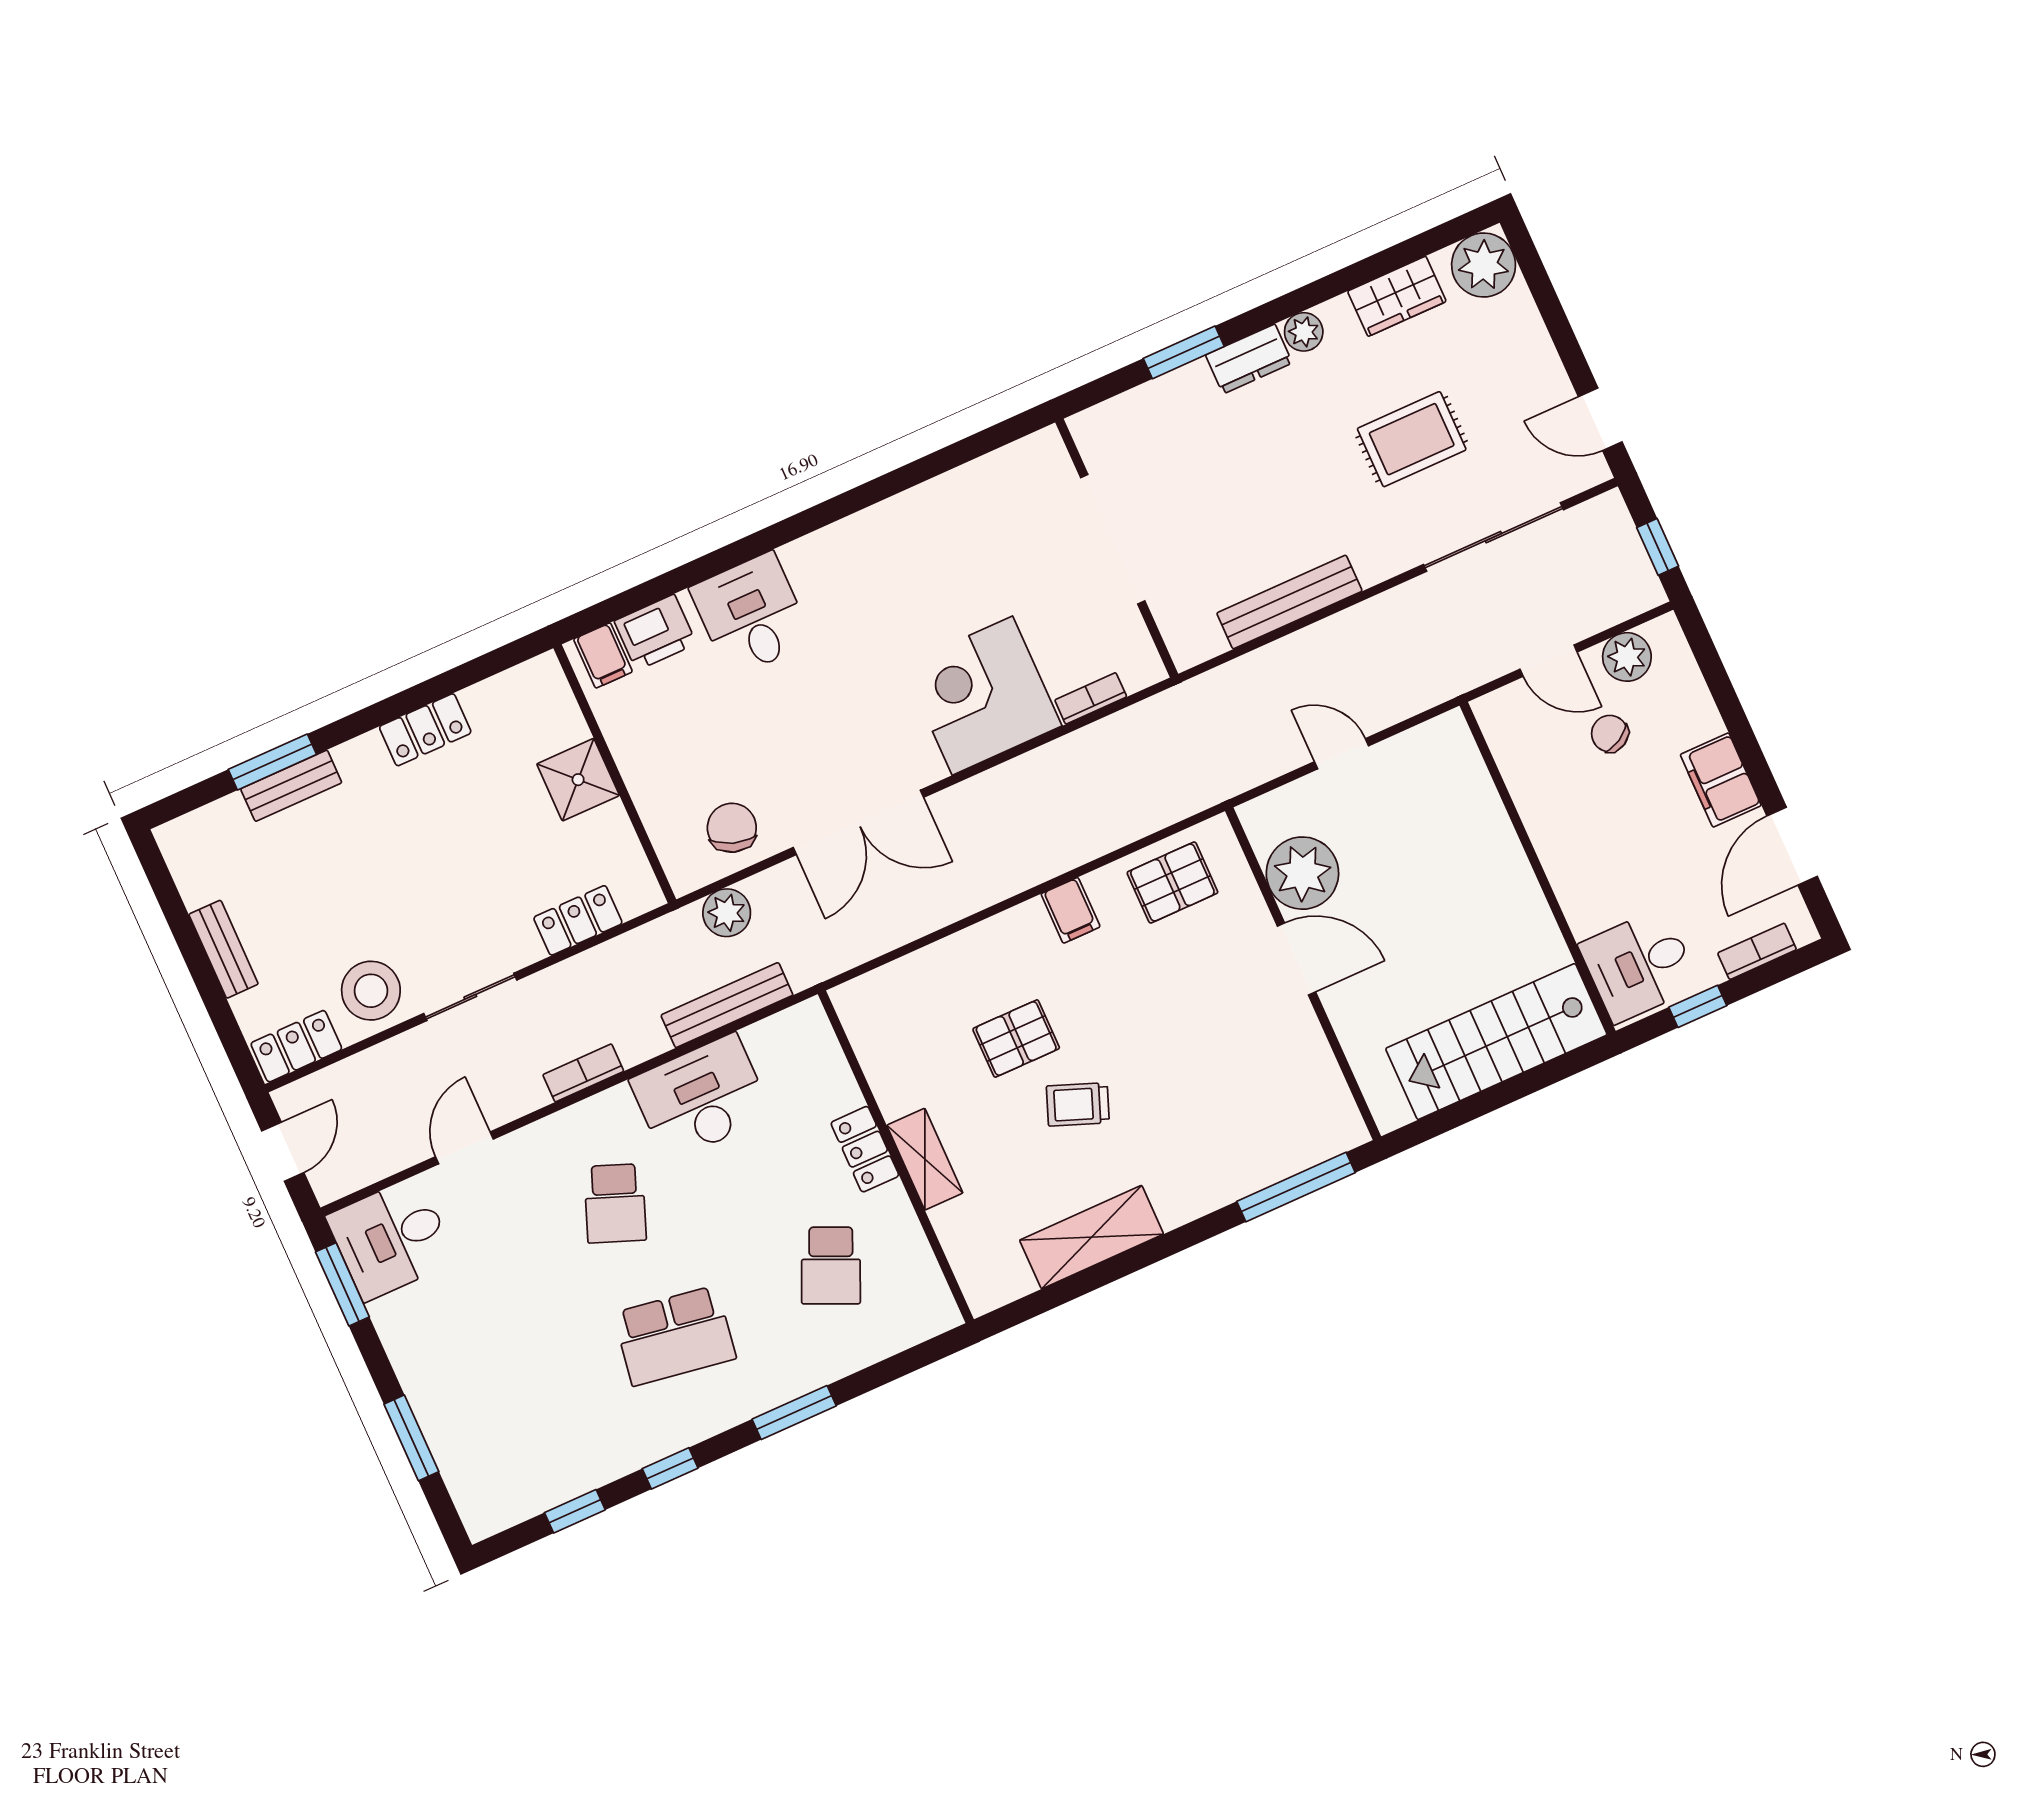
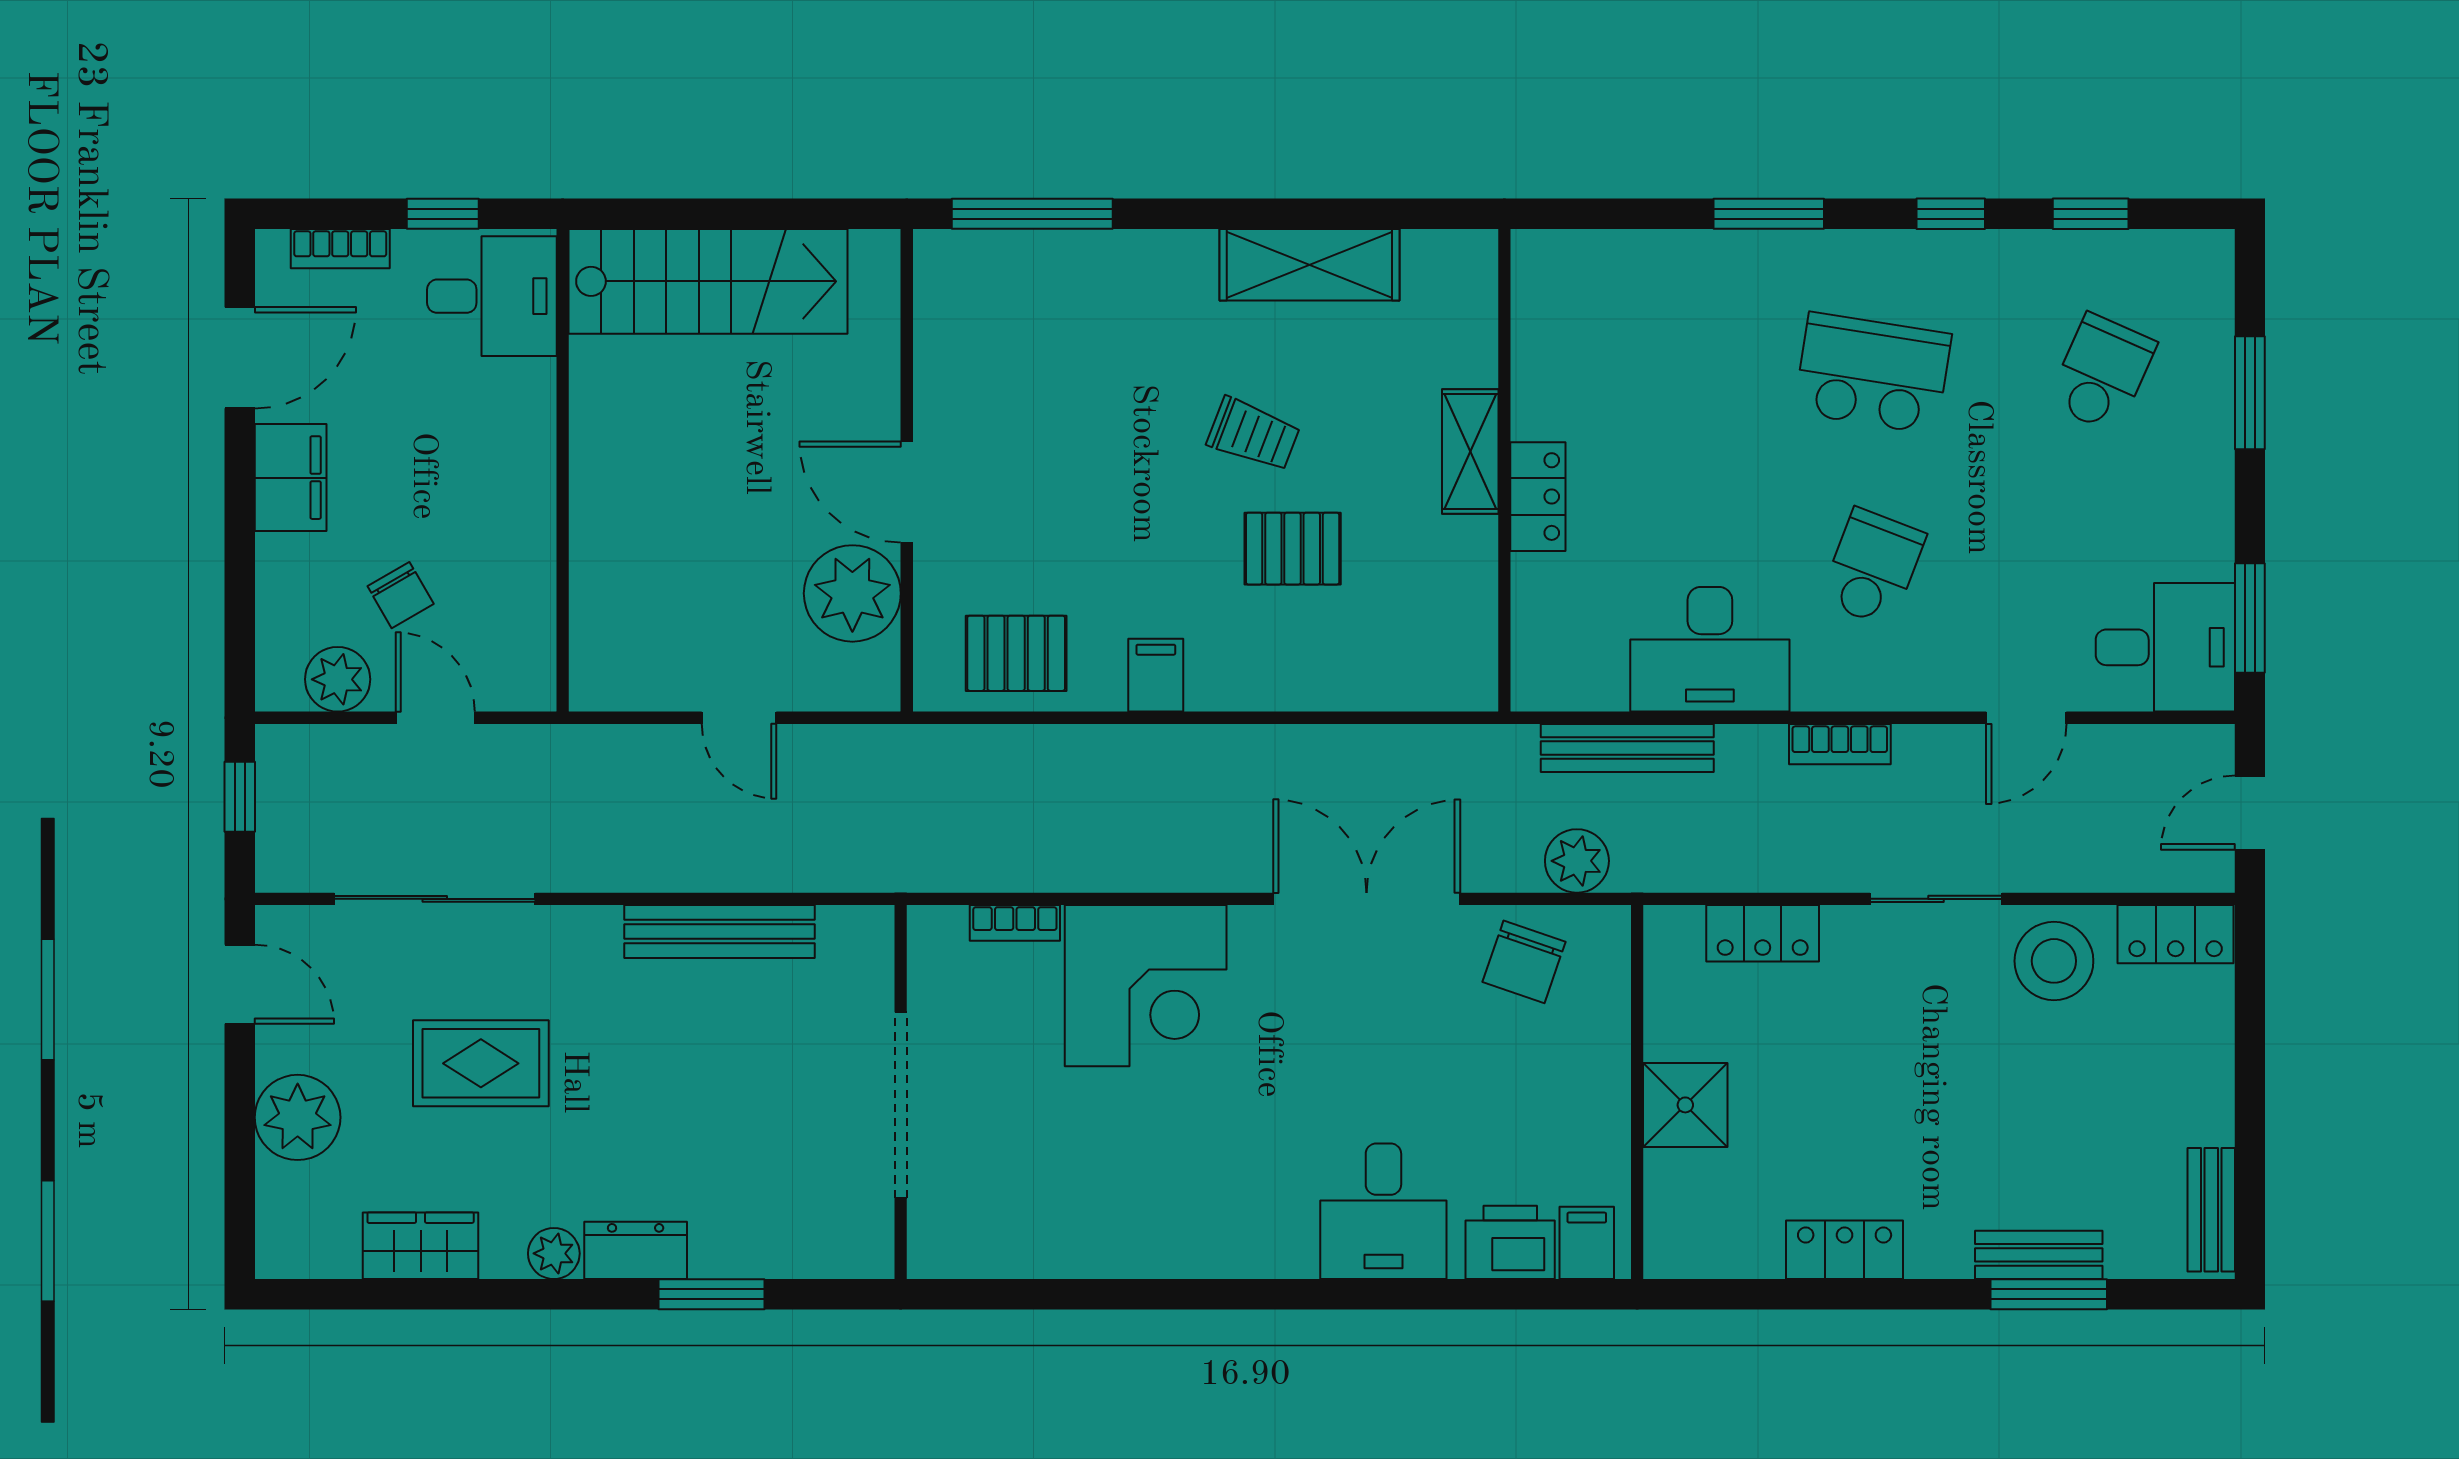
plant: (1484, 265) -> (298, 1117), moved
bench: (224, 949) -> (2211, 1210), moved
school desk: (831, 1266) -> (2102, 373), moved

